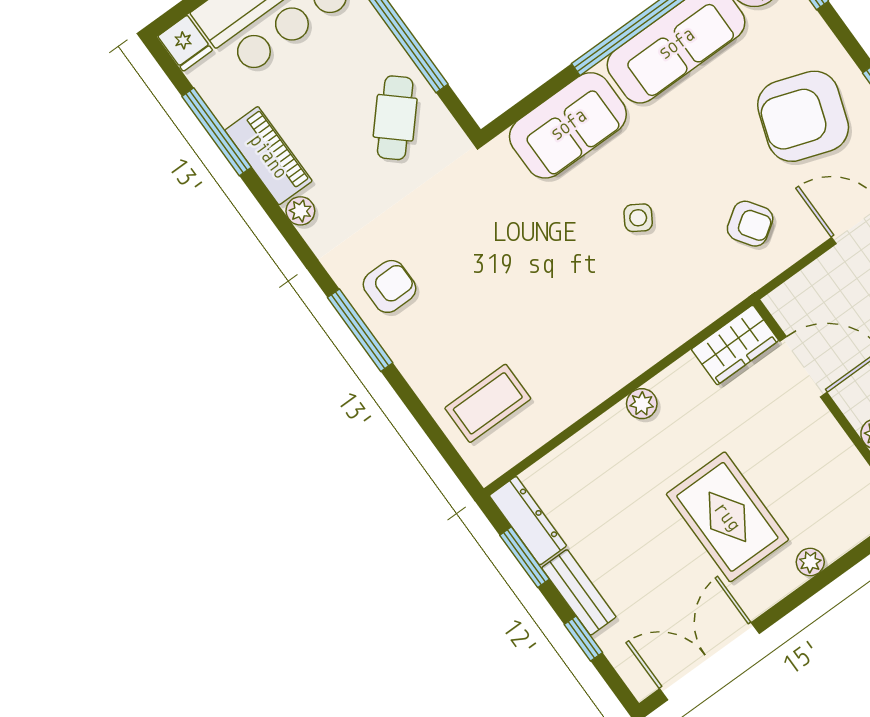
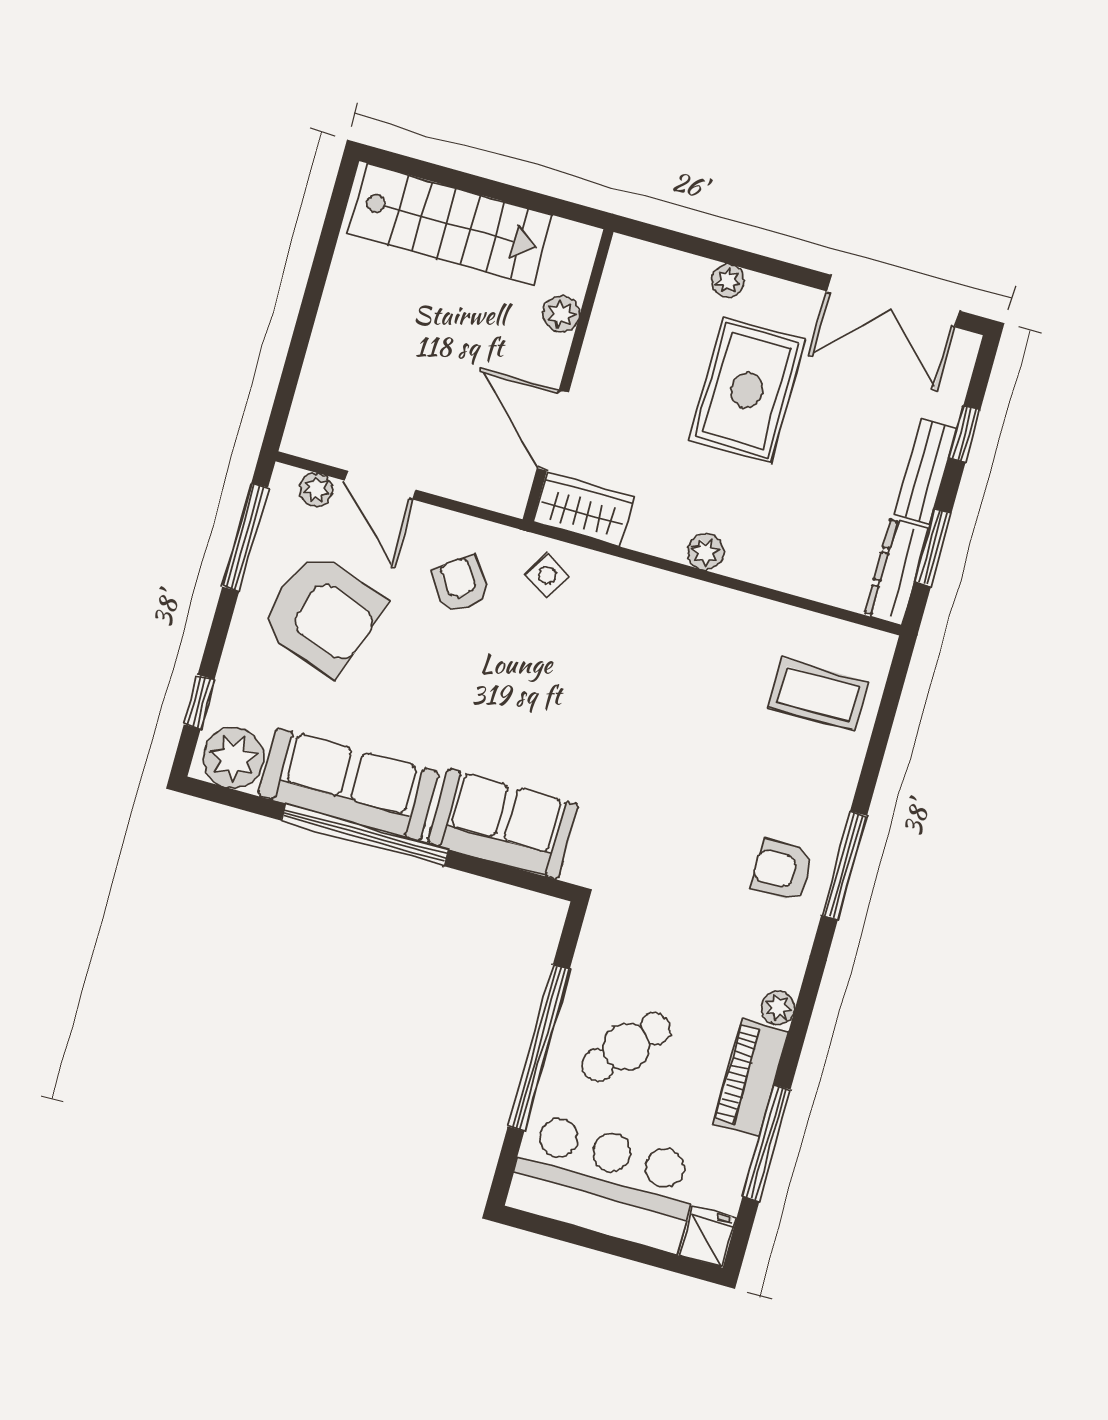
cafe table: (395, 118) -> (627, 1047), moved
side table: (638, 218) -> (547, 575), moved

